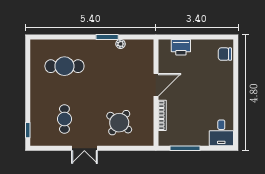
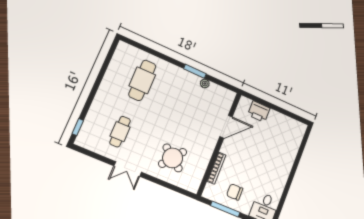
chair: (225, 54) -> (235, 192), moved
cafe table: (64, 66) -> (142, 80), turned 90
door: (156, 85) -> (226, 127), moved

